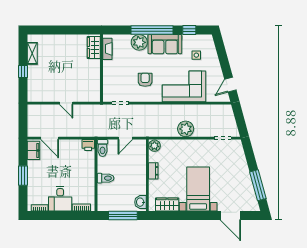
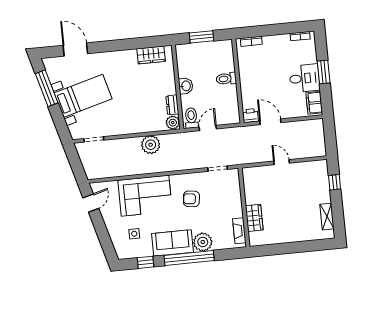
wardrobe: (94, 48) -> (254, 218), moved
window: (23, 72) -> (335, 182), moved
armchair: (145, 80) -> (191, 199), turned 97
plant: (186, 129) -> (151, 145), moved
door: (50, 138) -> (270, 122), moved
toilet: (103, 148) -> (191, 118), moved
dresser: (153, 171) -> (172, 105), moved
bed with nightstands: (198, 189) -> (83, 96), moved, turned -105
desk: (60, 199) -> (304, 78), moved, turned 90
washbasin: (140, 202) -> (186, 86), moved
window: (123, 216) -> (202, 37), width x0.69

